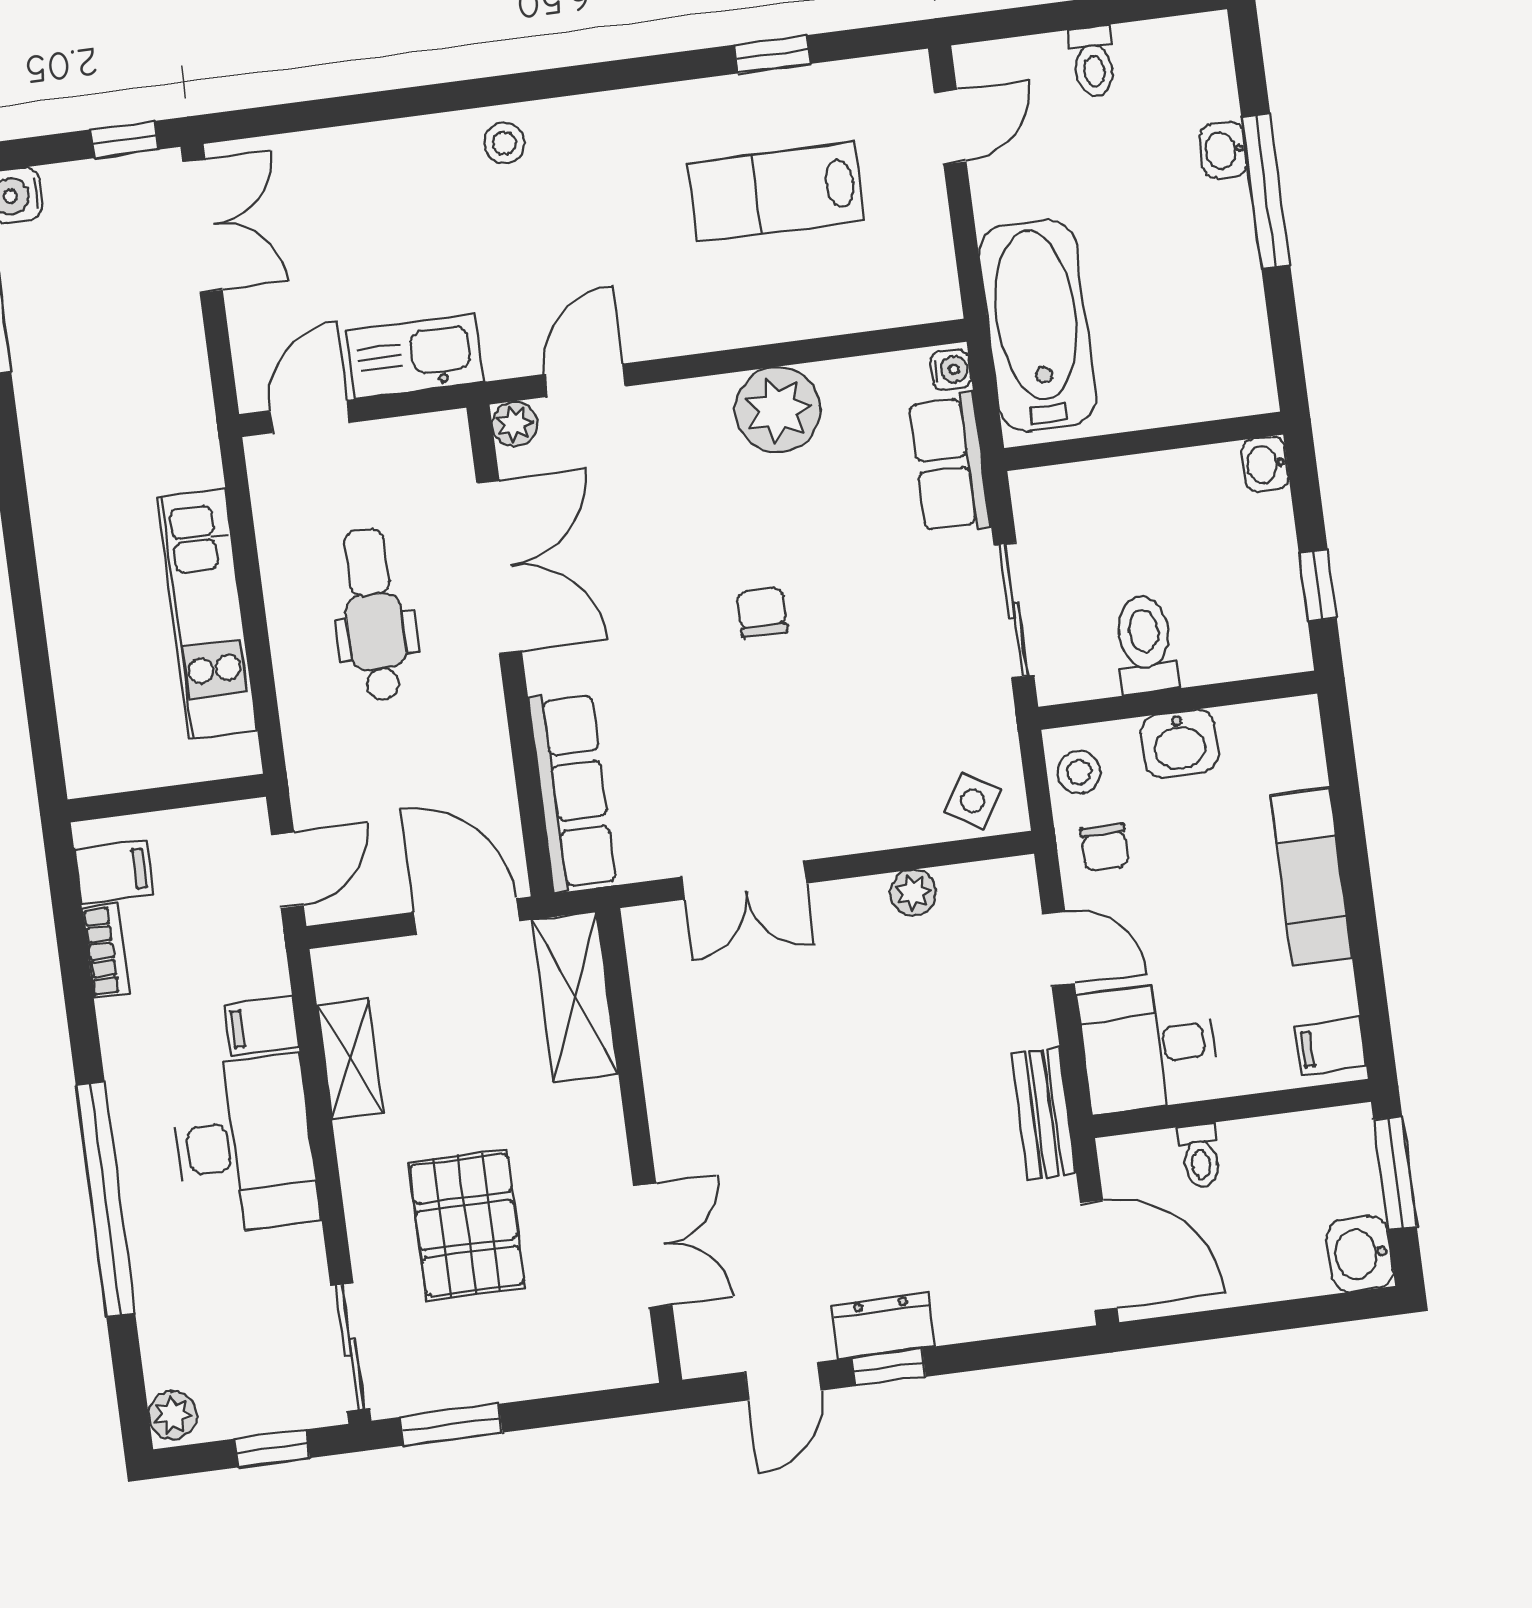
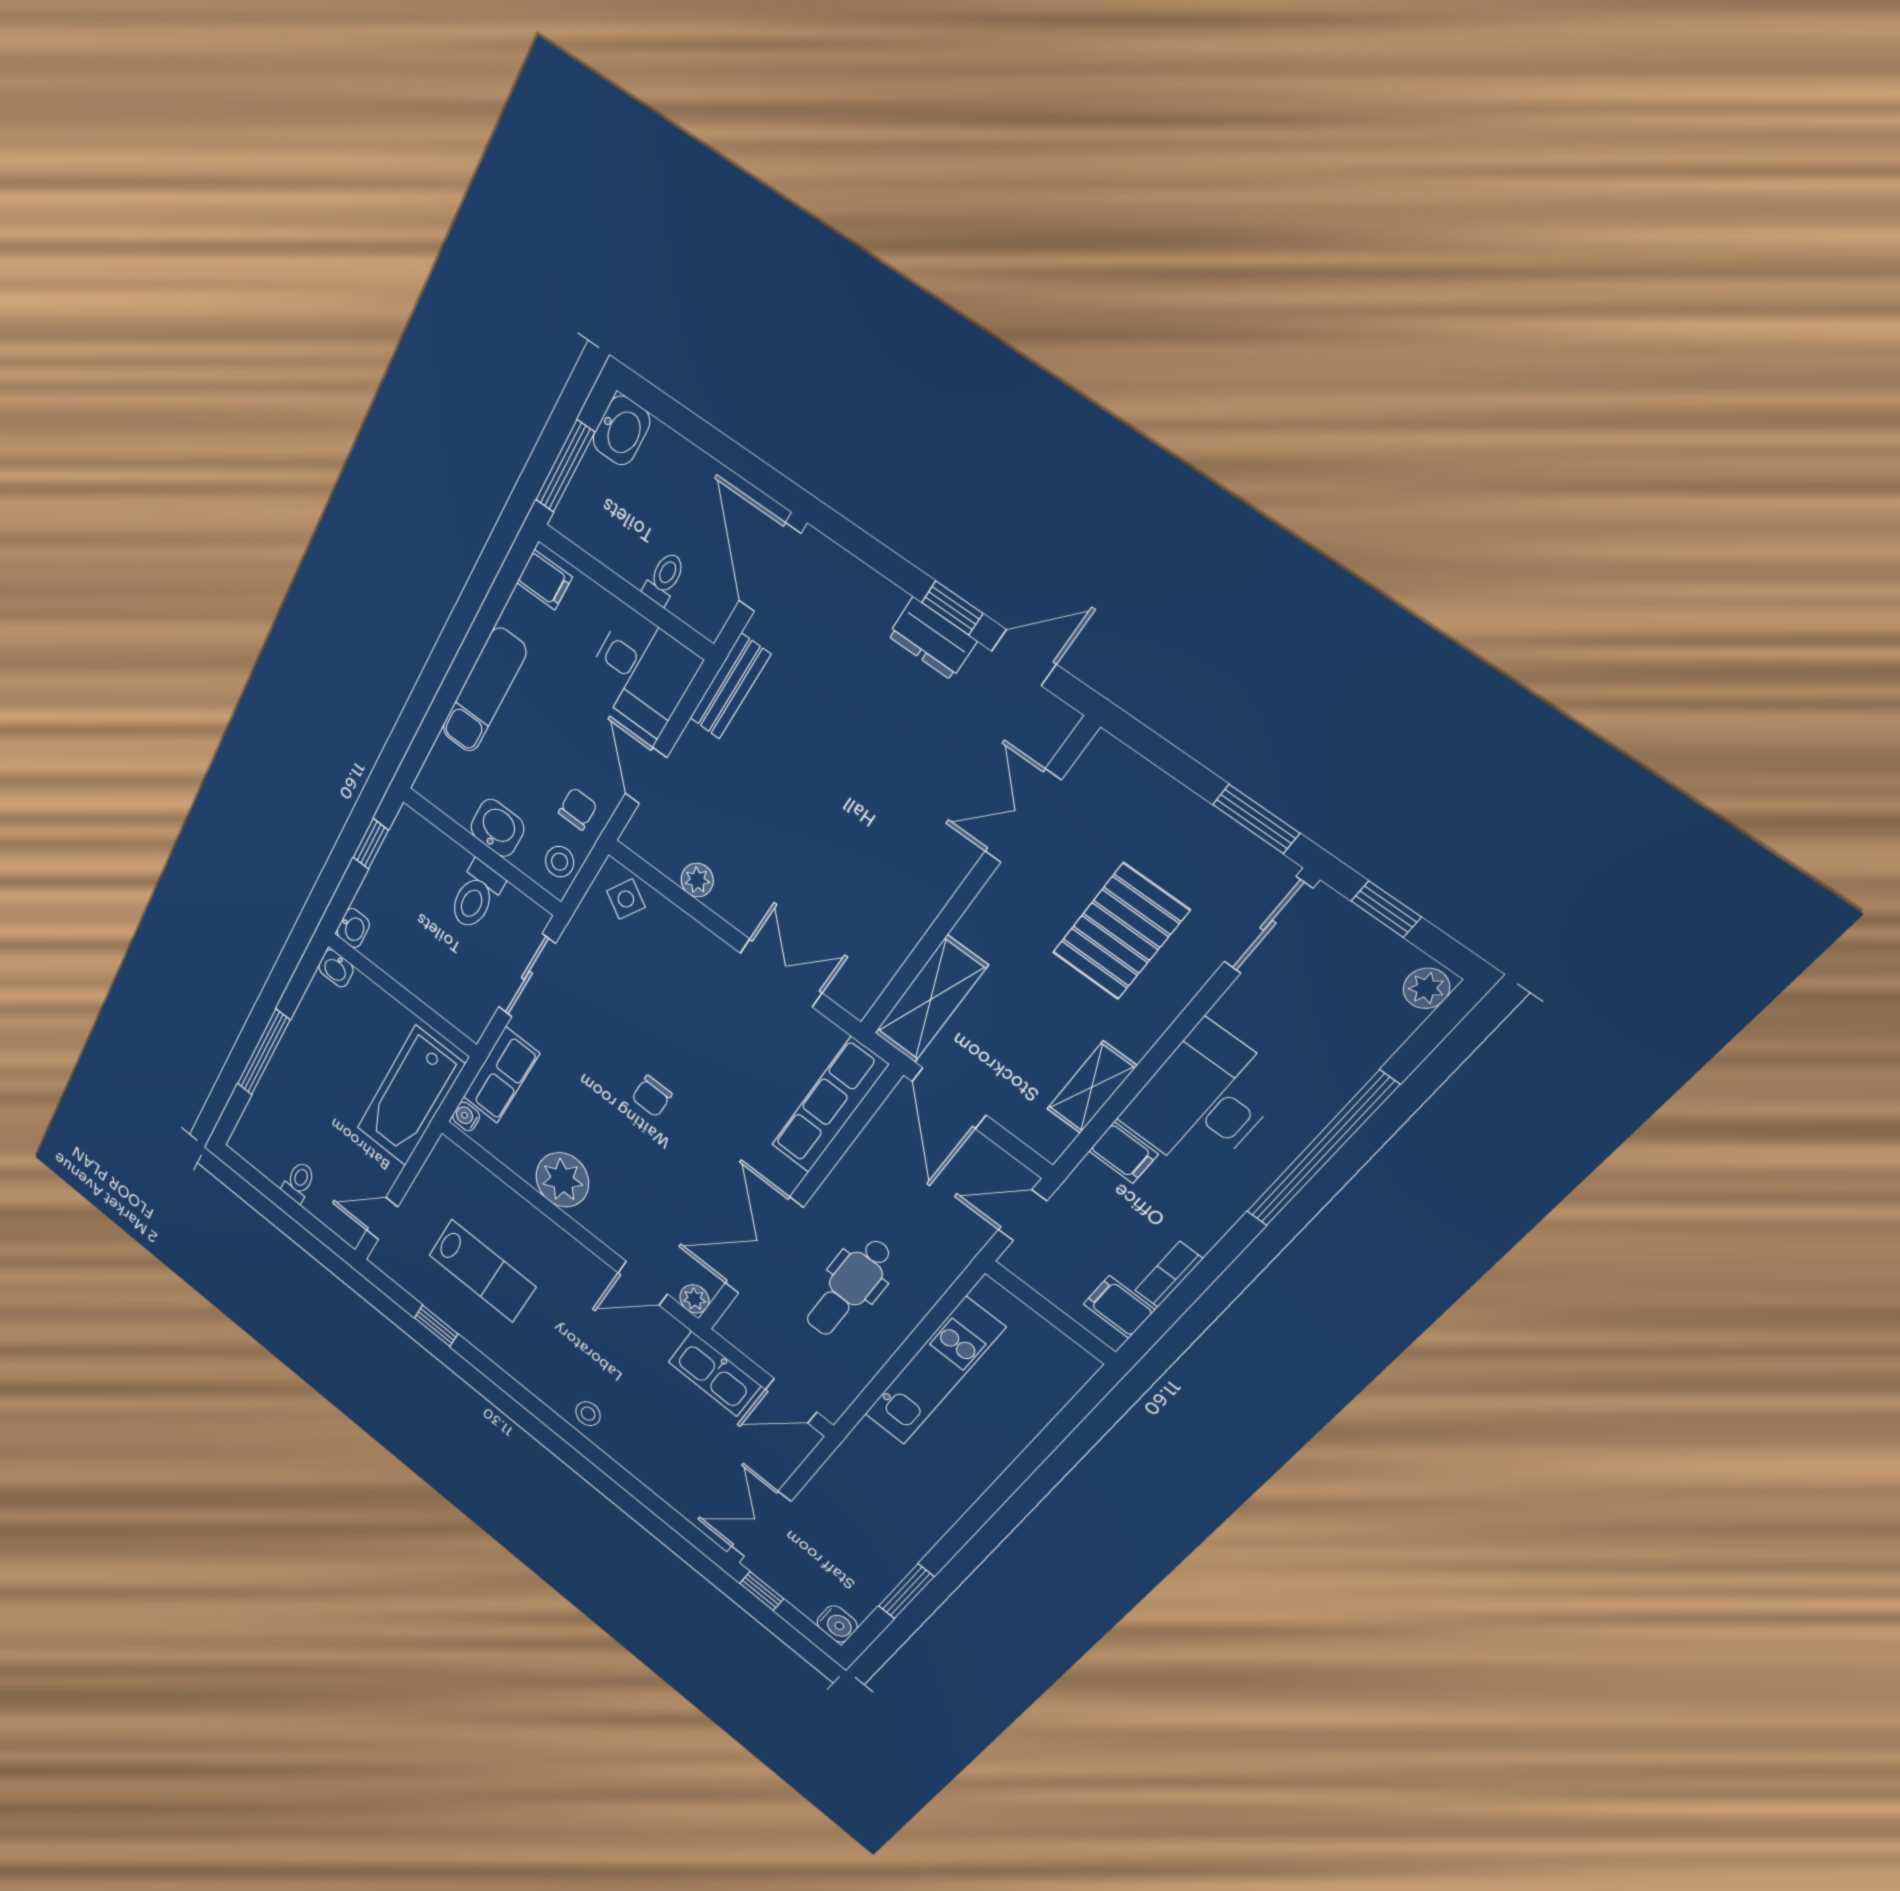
washbasin: (1224, 150) -> (336, 968), moved, turned 90

